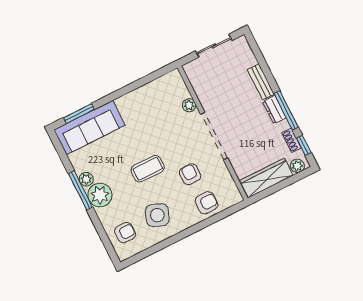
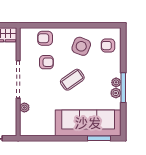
sofa: (89, 128) -> (88, 123), width x1.36, depth x1.27
coffee table: (148, 169) -> (72, 80), turned -35
armchair: (190, 174) -> (46, 62), turned -90
plant: (100, 195) -> (116, 82), width x0.53, depth x0.53

